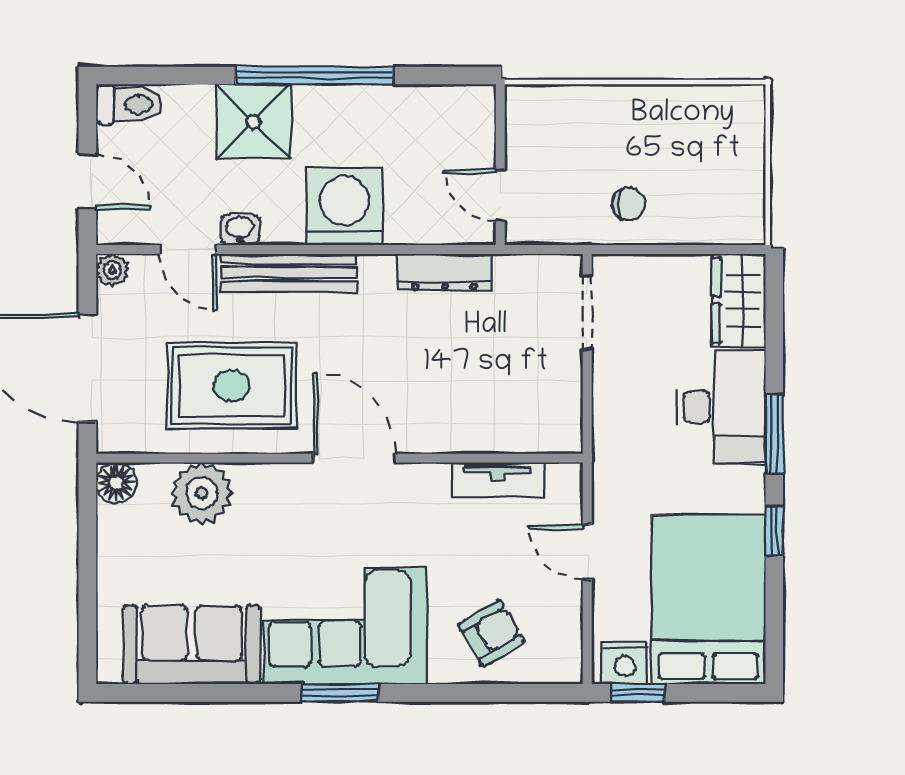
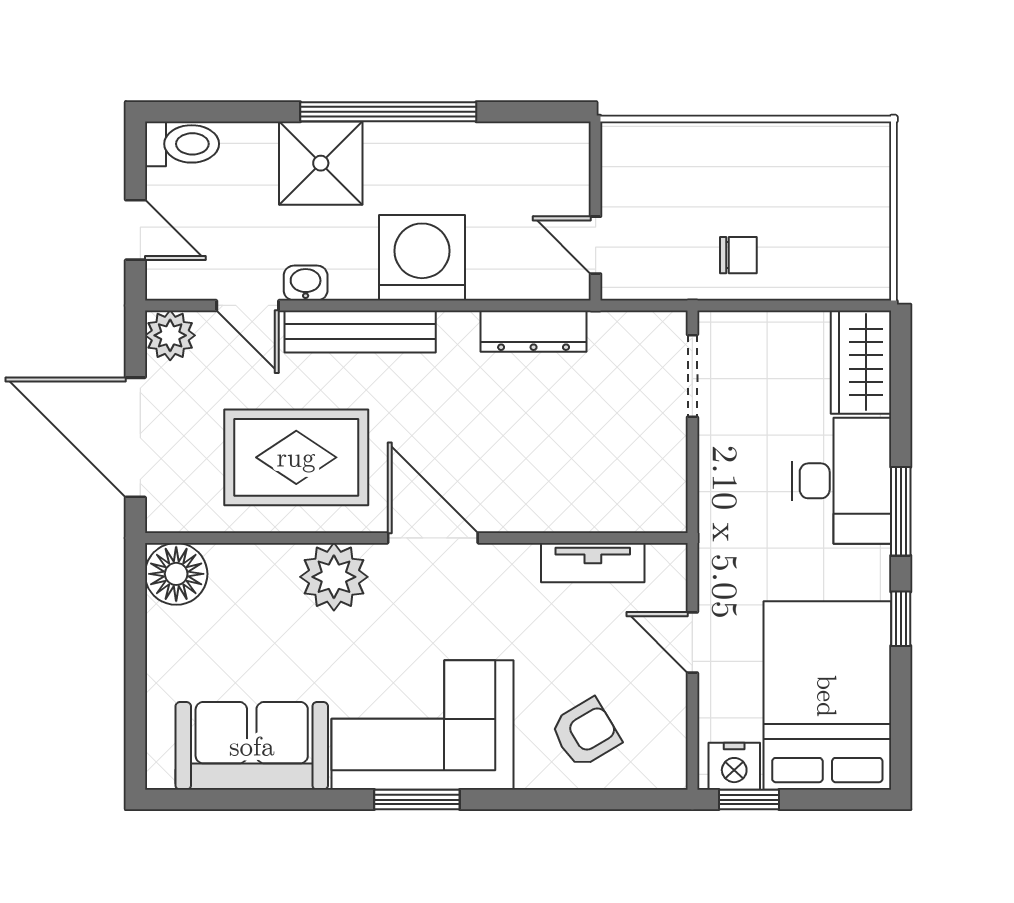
plant: (112, 270) -> (170, 335), width x1.38, depth x1.38
floor lamp: (116, 483) -> (176, 574), width x1.38, depth x1.38
plant: (202, 493) -> (334, 577), moved

